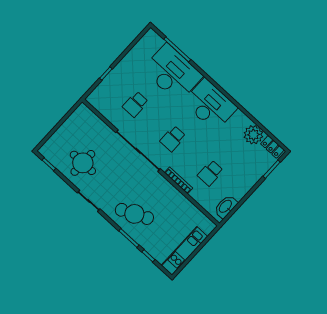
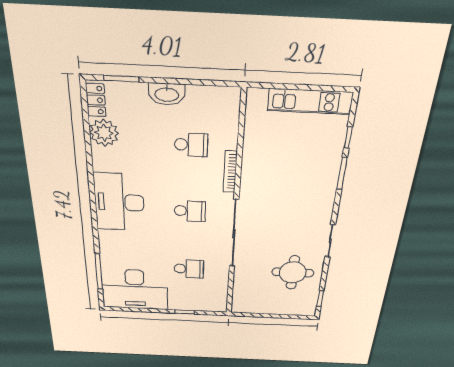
desk: (172, 73) -> (135, 289), moved, turned -90
washbasin: (226, 207) -> (167, 94), moved
cafe table: (134, 214) -> (308, 188), removed

